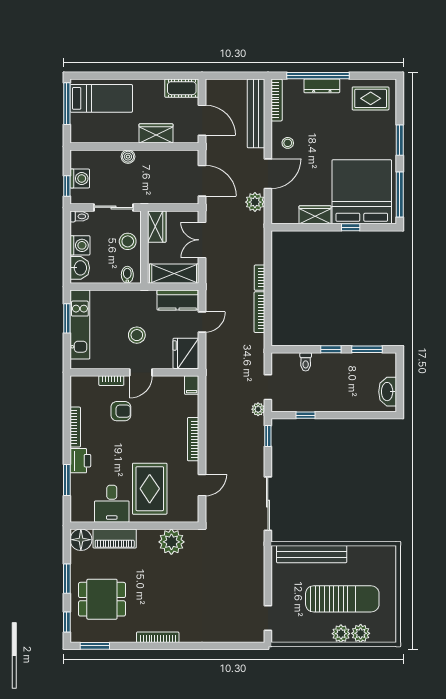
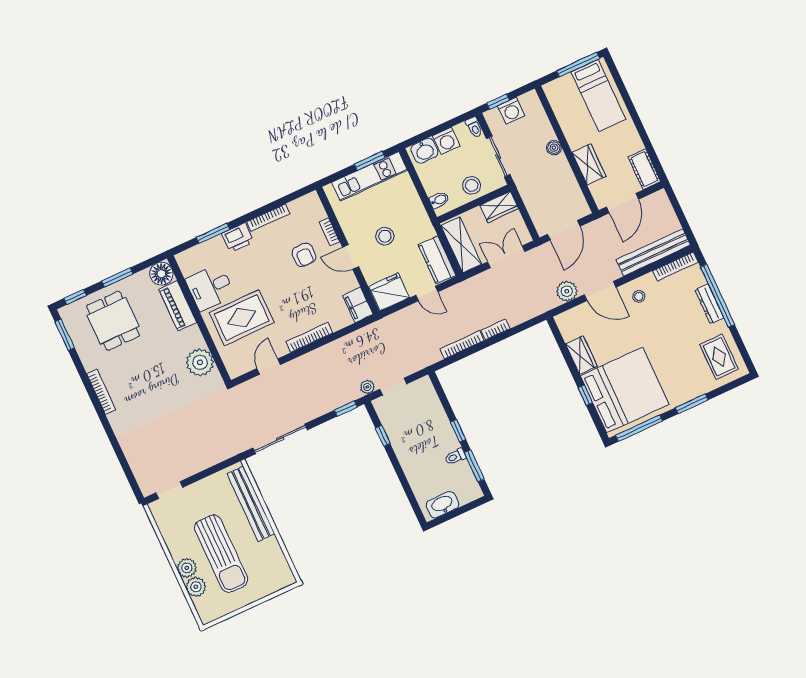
toilet: (306, 362) -> (455, 457), moved
filing cabinet: (192, 385) -> (358, 305), width x2.00
door: (202, 485) -> (269, 367), swing flipped

